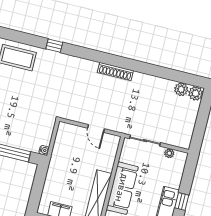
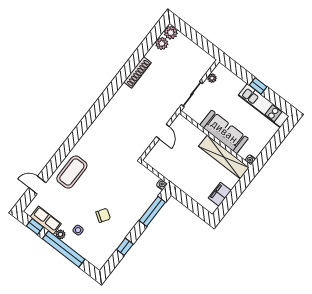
window: (54, 46) -> (76, 136), removed
shoe rack: (115, 72) -> (137, 72), moved
door: (96, 128) -> (163, 132), hinge flipped

